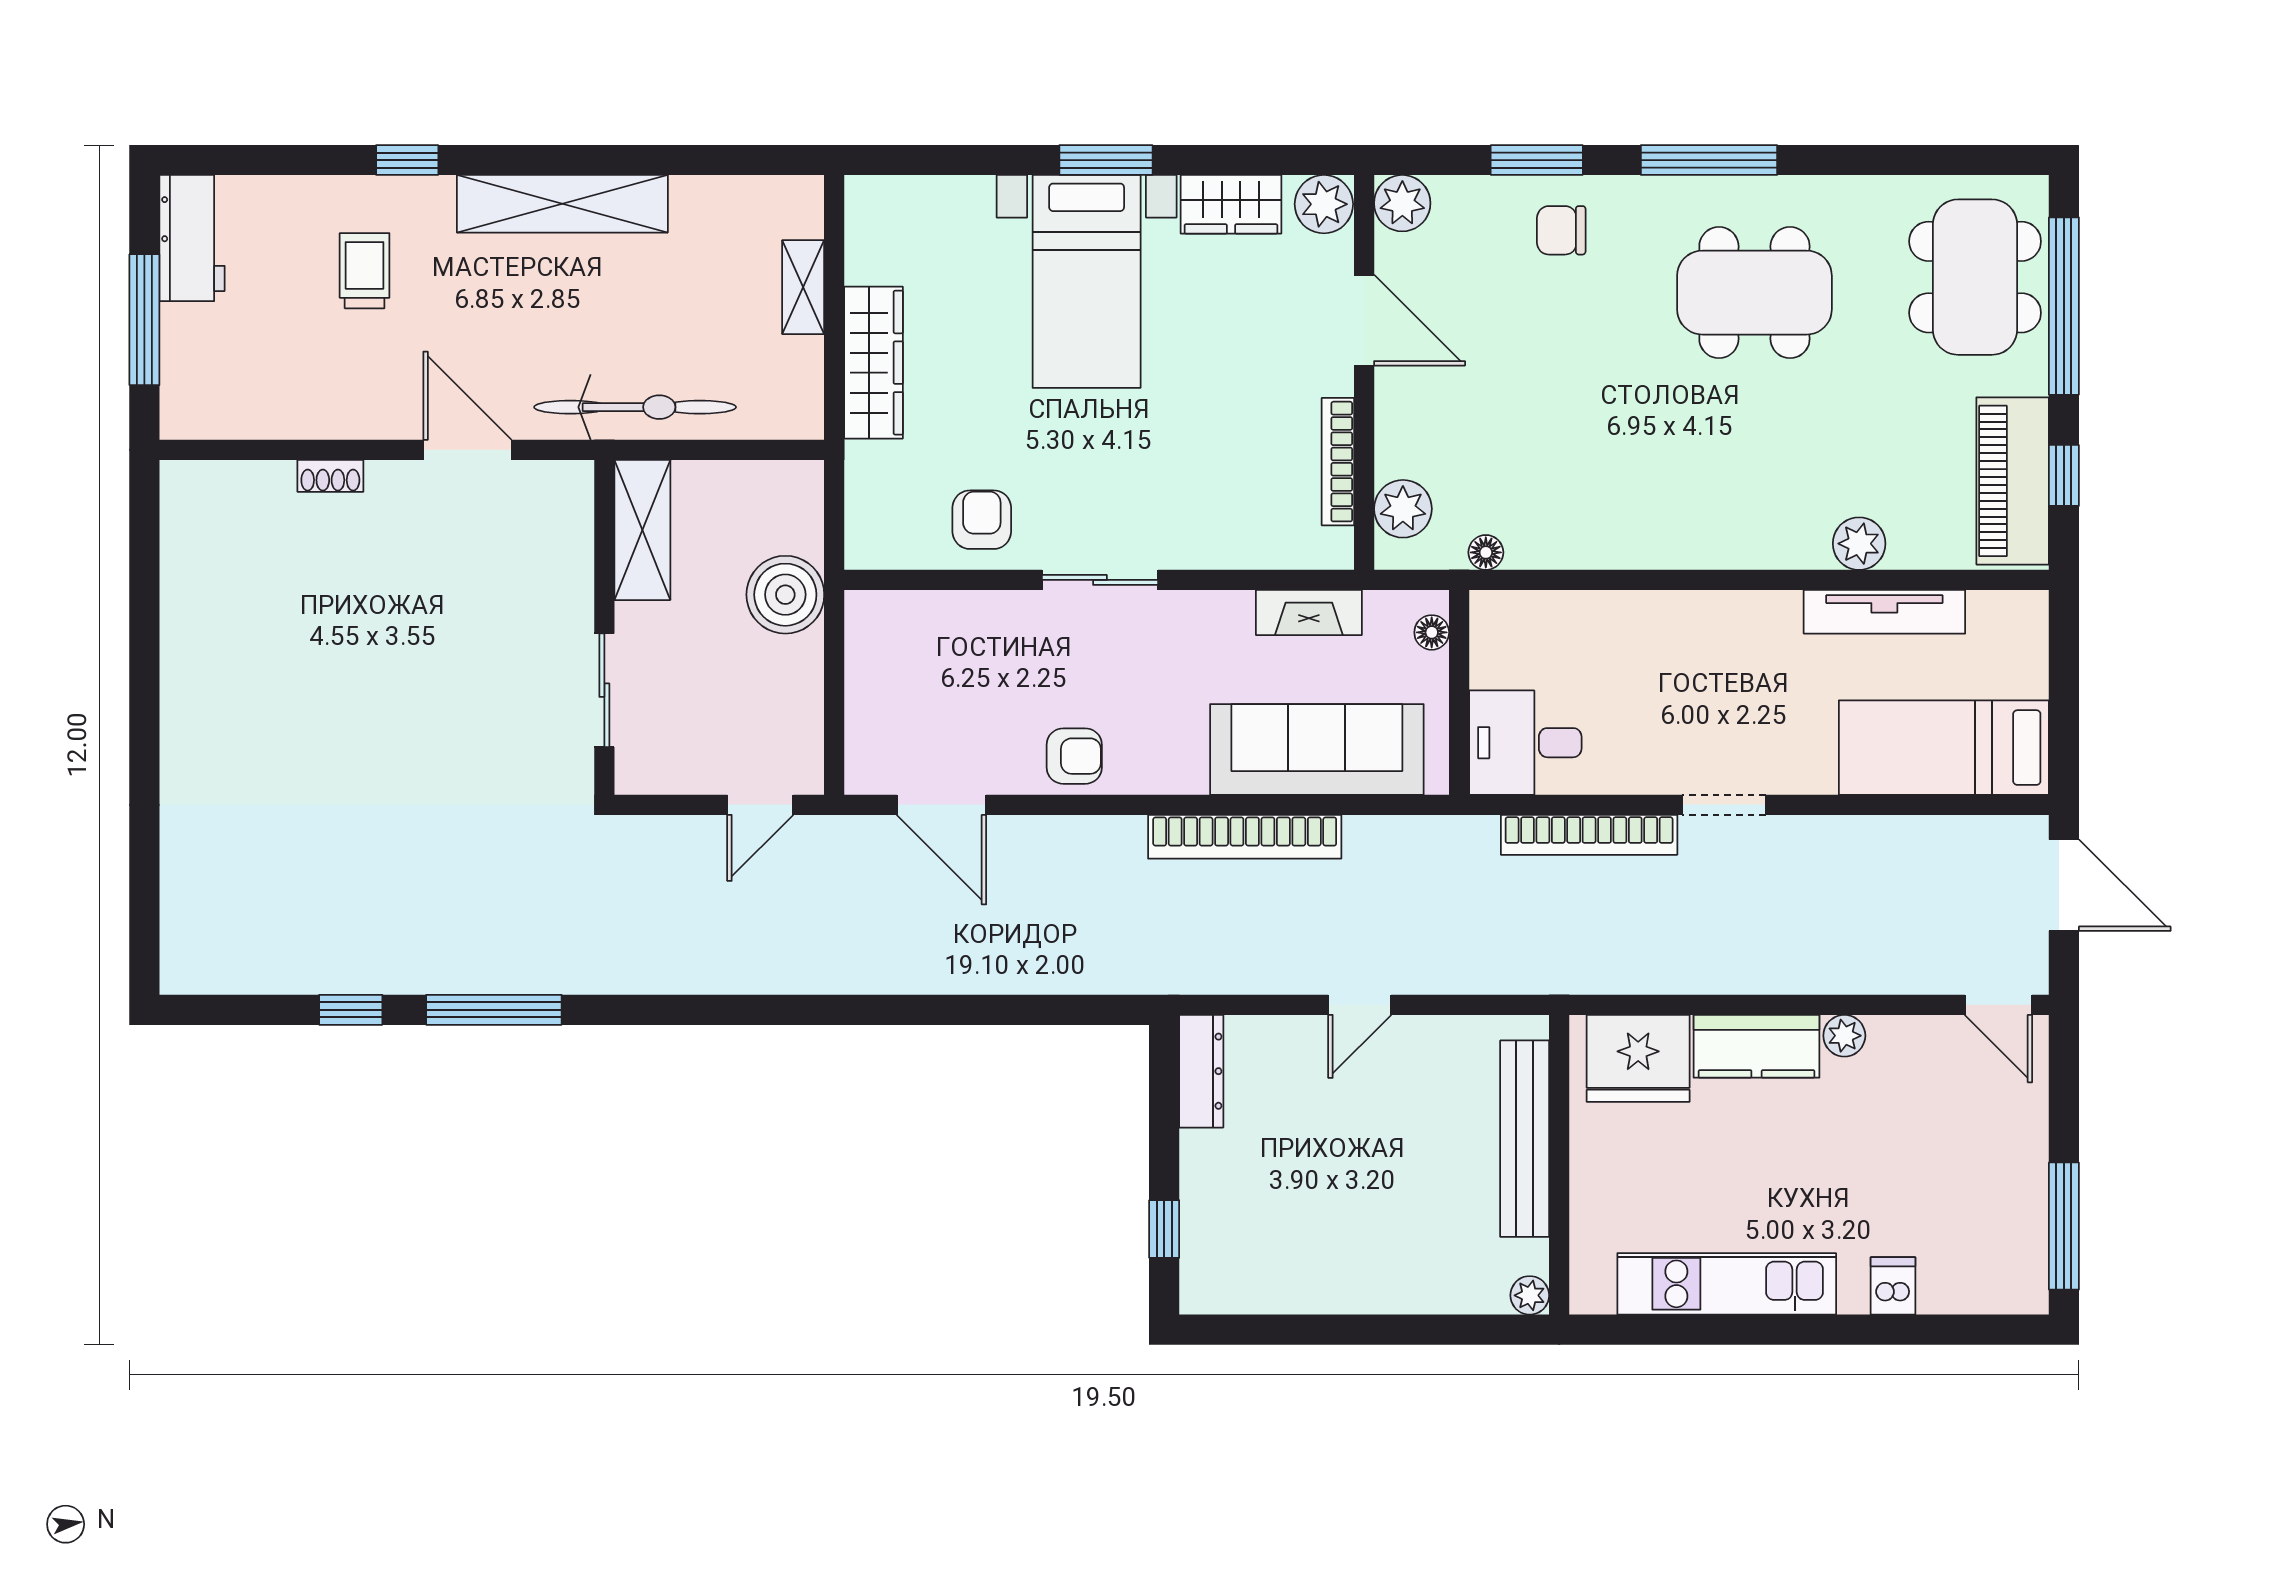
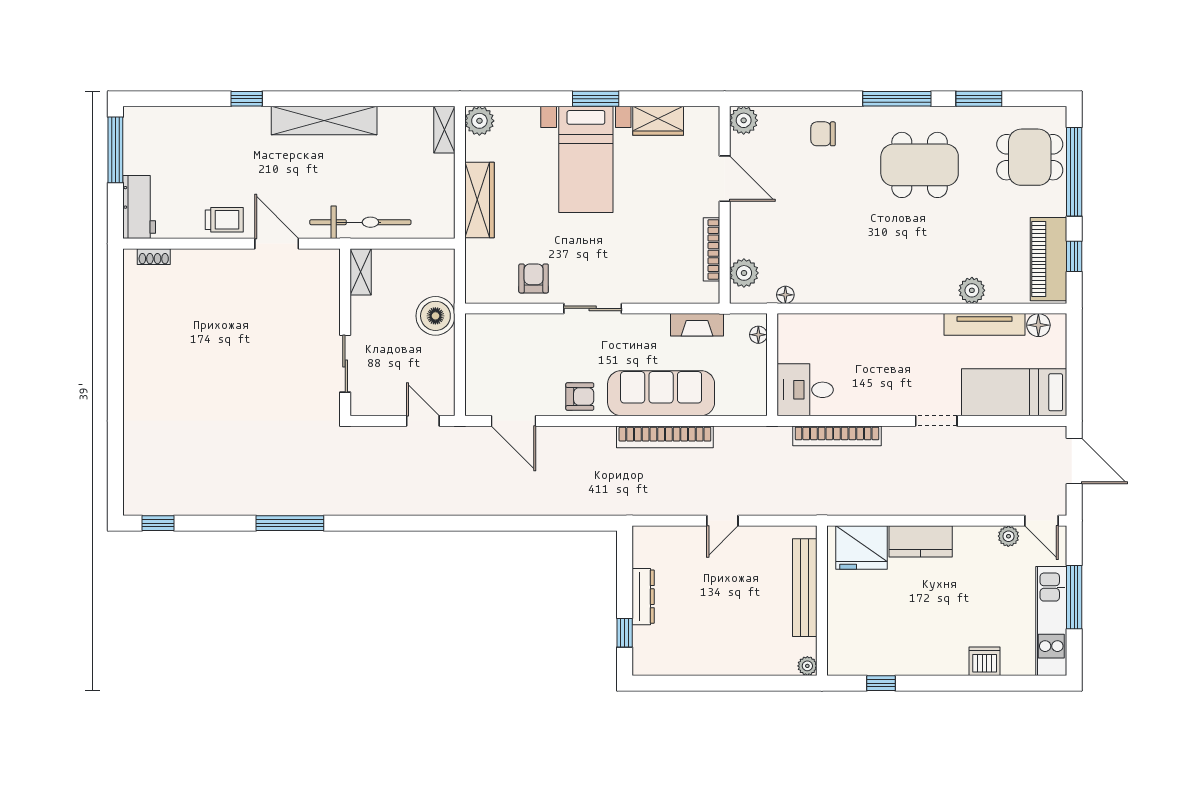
window: (1537, 160) -> (979, 99), moved
plant: (1324, 204) -> (479, 121), moved
workbench: (192, 238) -> (139, 207), moved
trolley: (365, 271) -> (224, 220), moved, turned 90
dining table: (1975, 277) -> (1030, 157), width x0.73
shelving: (803, 287) -> (444, 130), moved
window: (144, 320) -> (115, 150), moved
shoe rack: (330, 476) -> (154, 257), moved
shelving: (642, 530) -> (361, 272), width x0.67, depth x0.75
floor lamp: (1992, 613) -> (1038, 325), added
sofa: (1317, 749) -> (661, 393), moved
door: (760, 805) -> (423, 421), swing flipped
doorway: (1724, 805) -> (936, 421), moved
window: (351, 1010) -> (158, 523), moved
plant: (1844, 1036) -> (1008, 536), moved
dresser: (1201, 1071) -> (643, 597), moved
window: (2064, 1226) -> (1074, 597), moved
kitchen unit: (1727, 1284) -> (1051, 621), moved, turned -90
dishwasher: (1893, 1286) -> (985, 661), width x1.38
window: (1677, 1330) -> (881, 683), added

